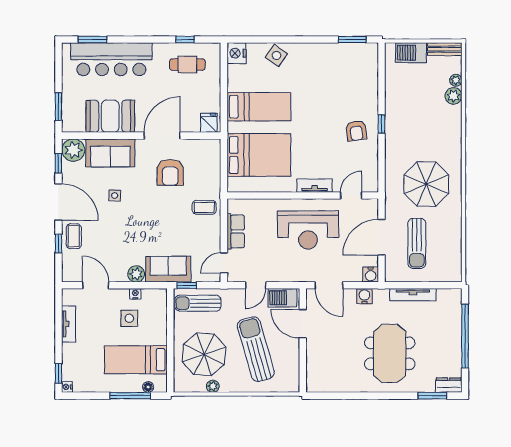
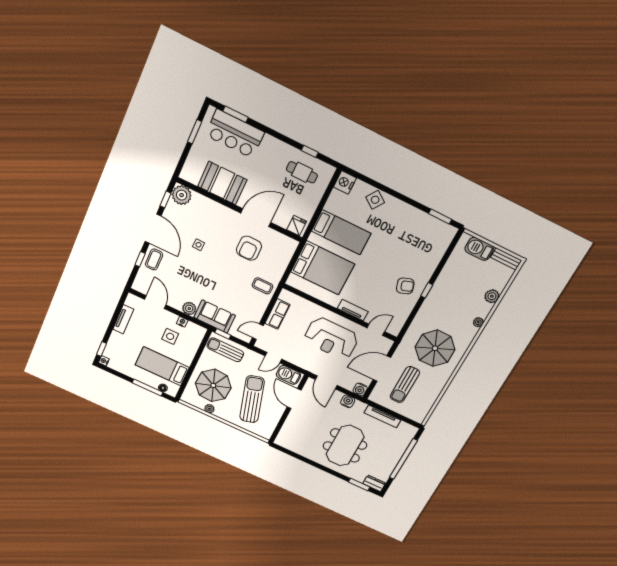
bar counter: (111, 59) -> (235, 134), width x0.73
plant: (456, 80) -> (478, 322), moved
window: (58, 107) -> (195, 132), moved
armchair: (356, 131) -> (405, 286), turned -101
sofa: (110, 153) -> (210, 211), removed

